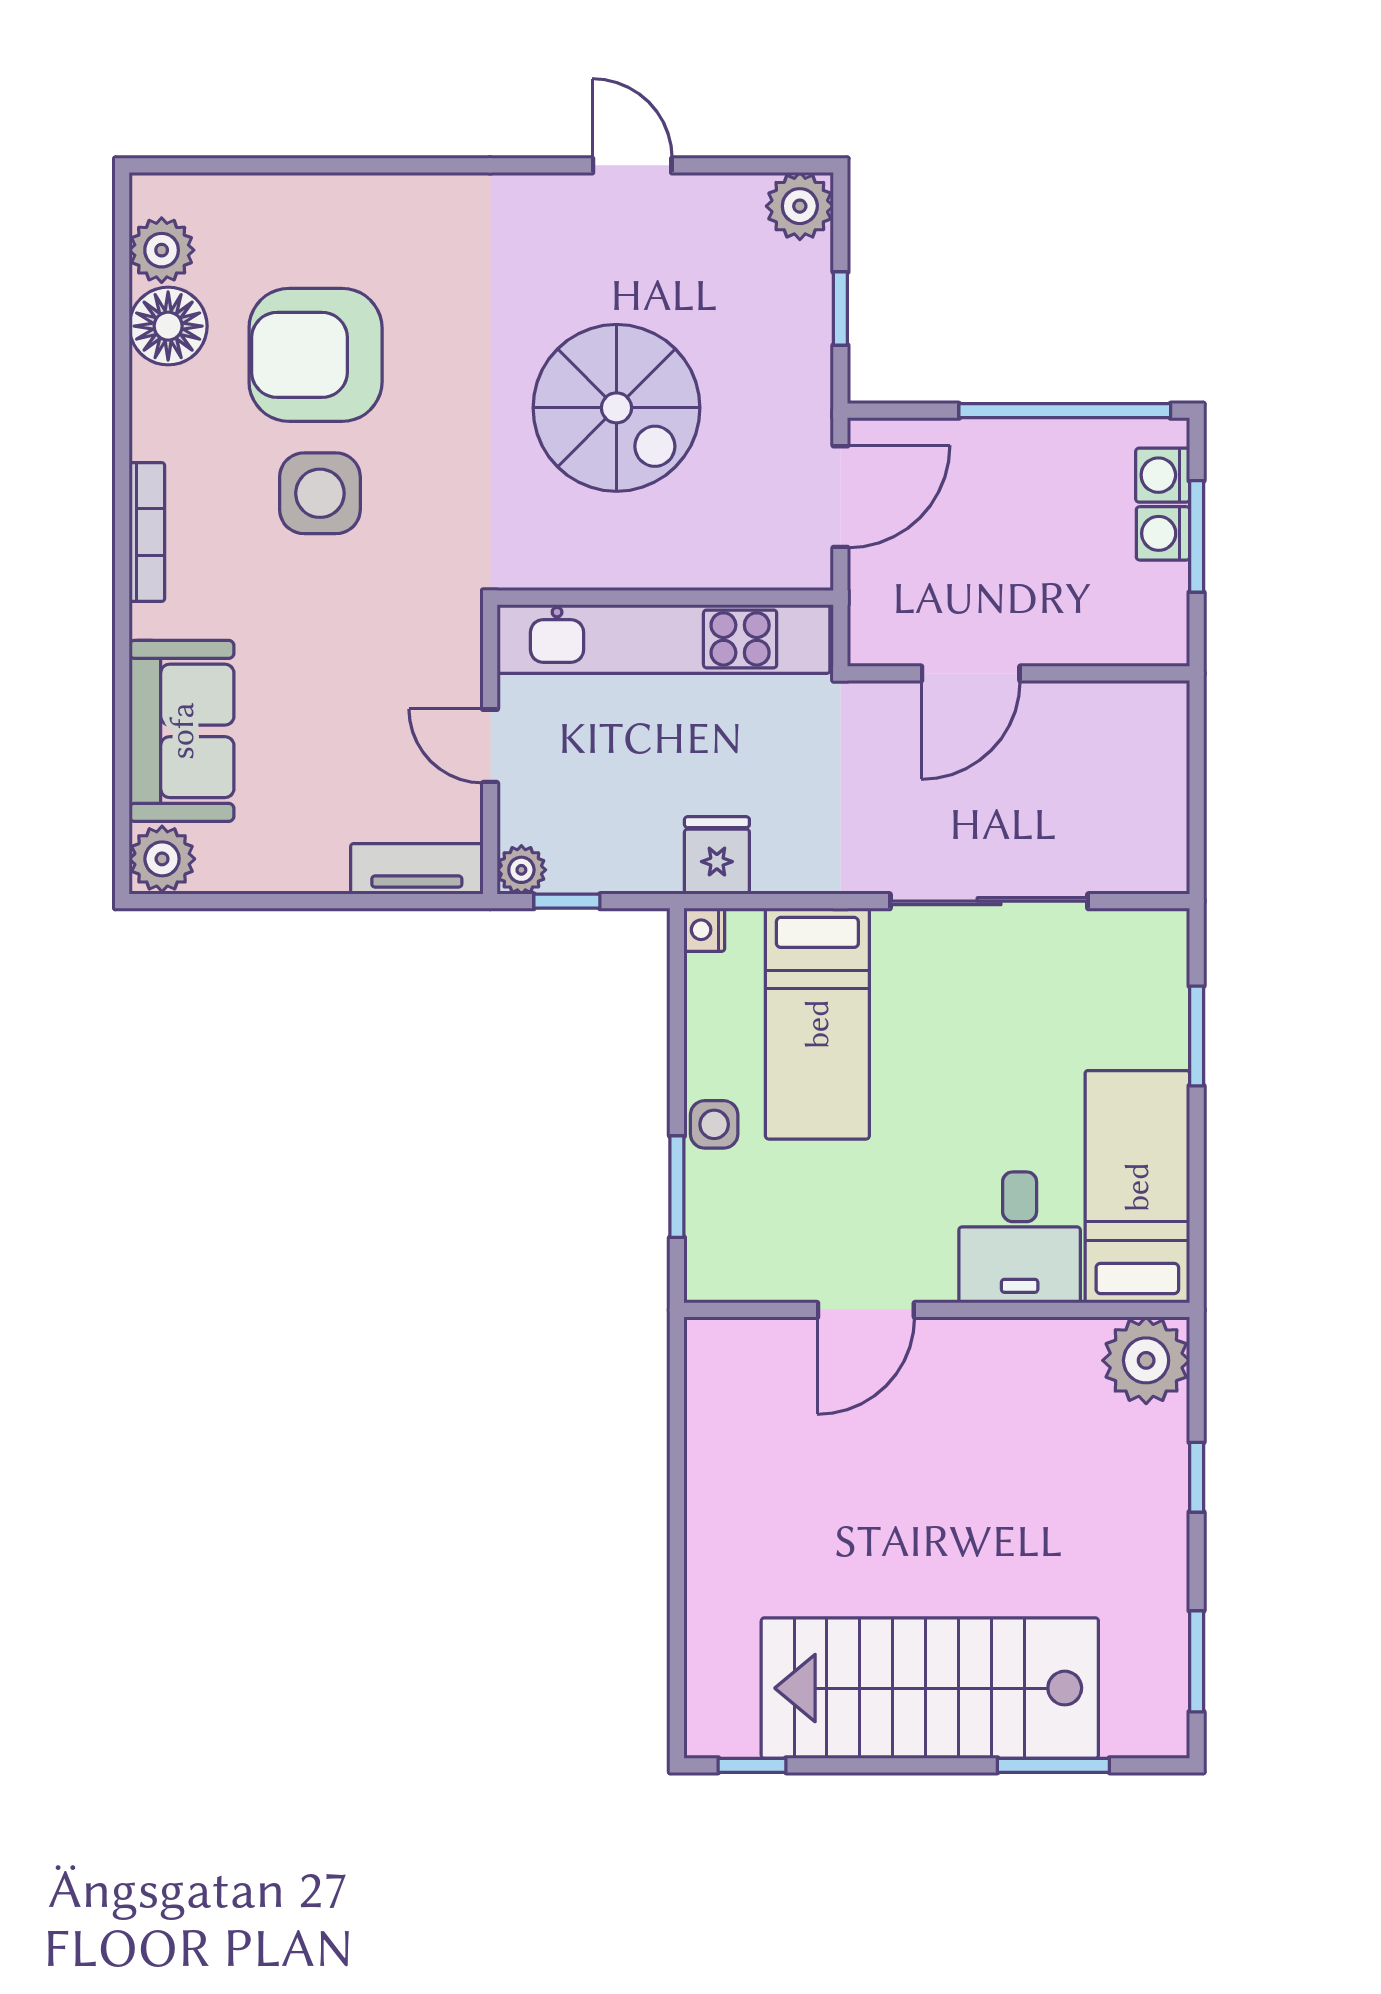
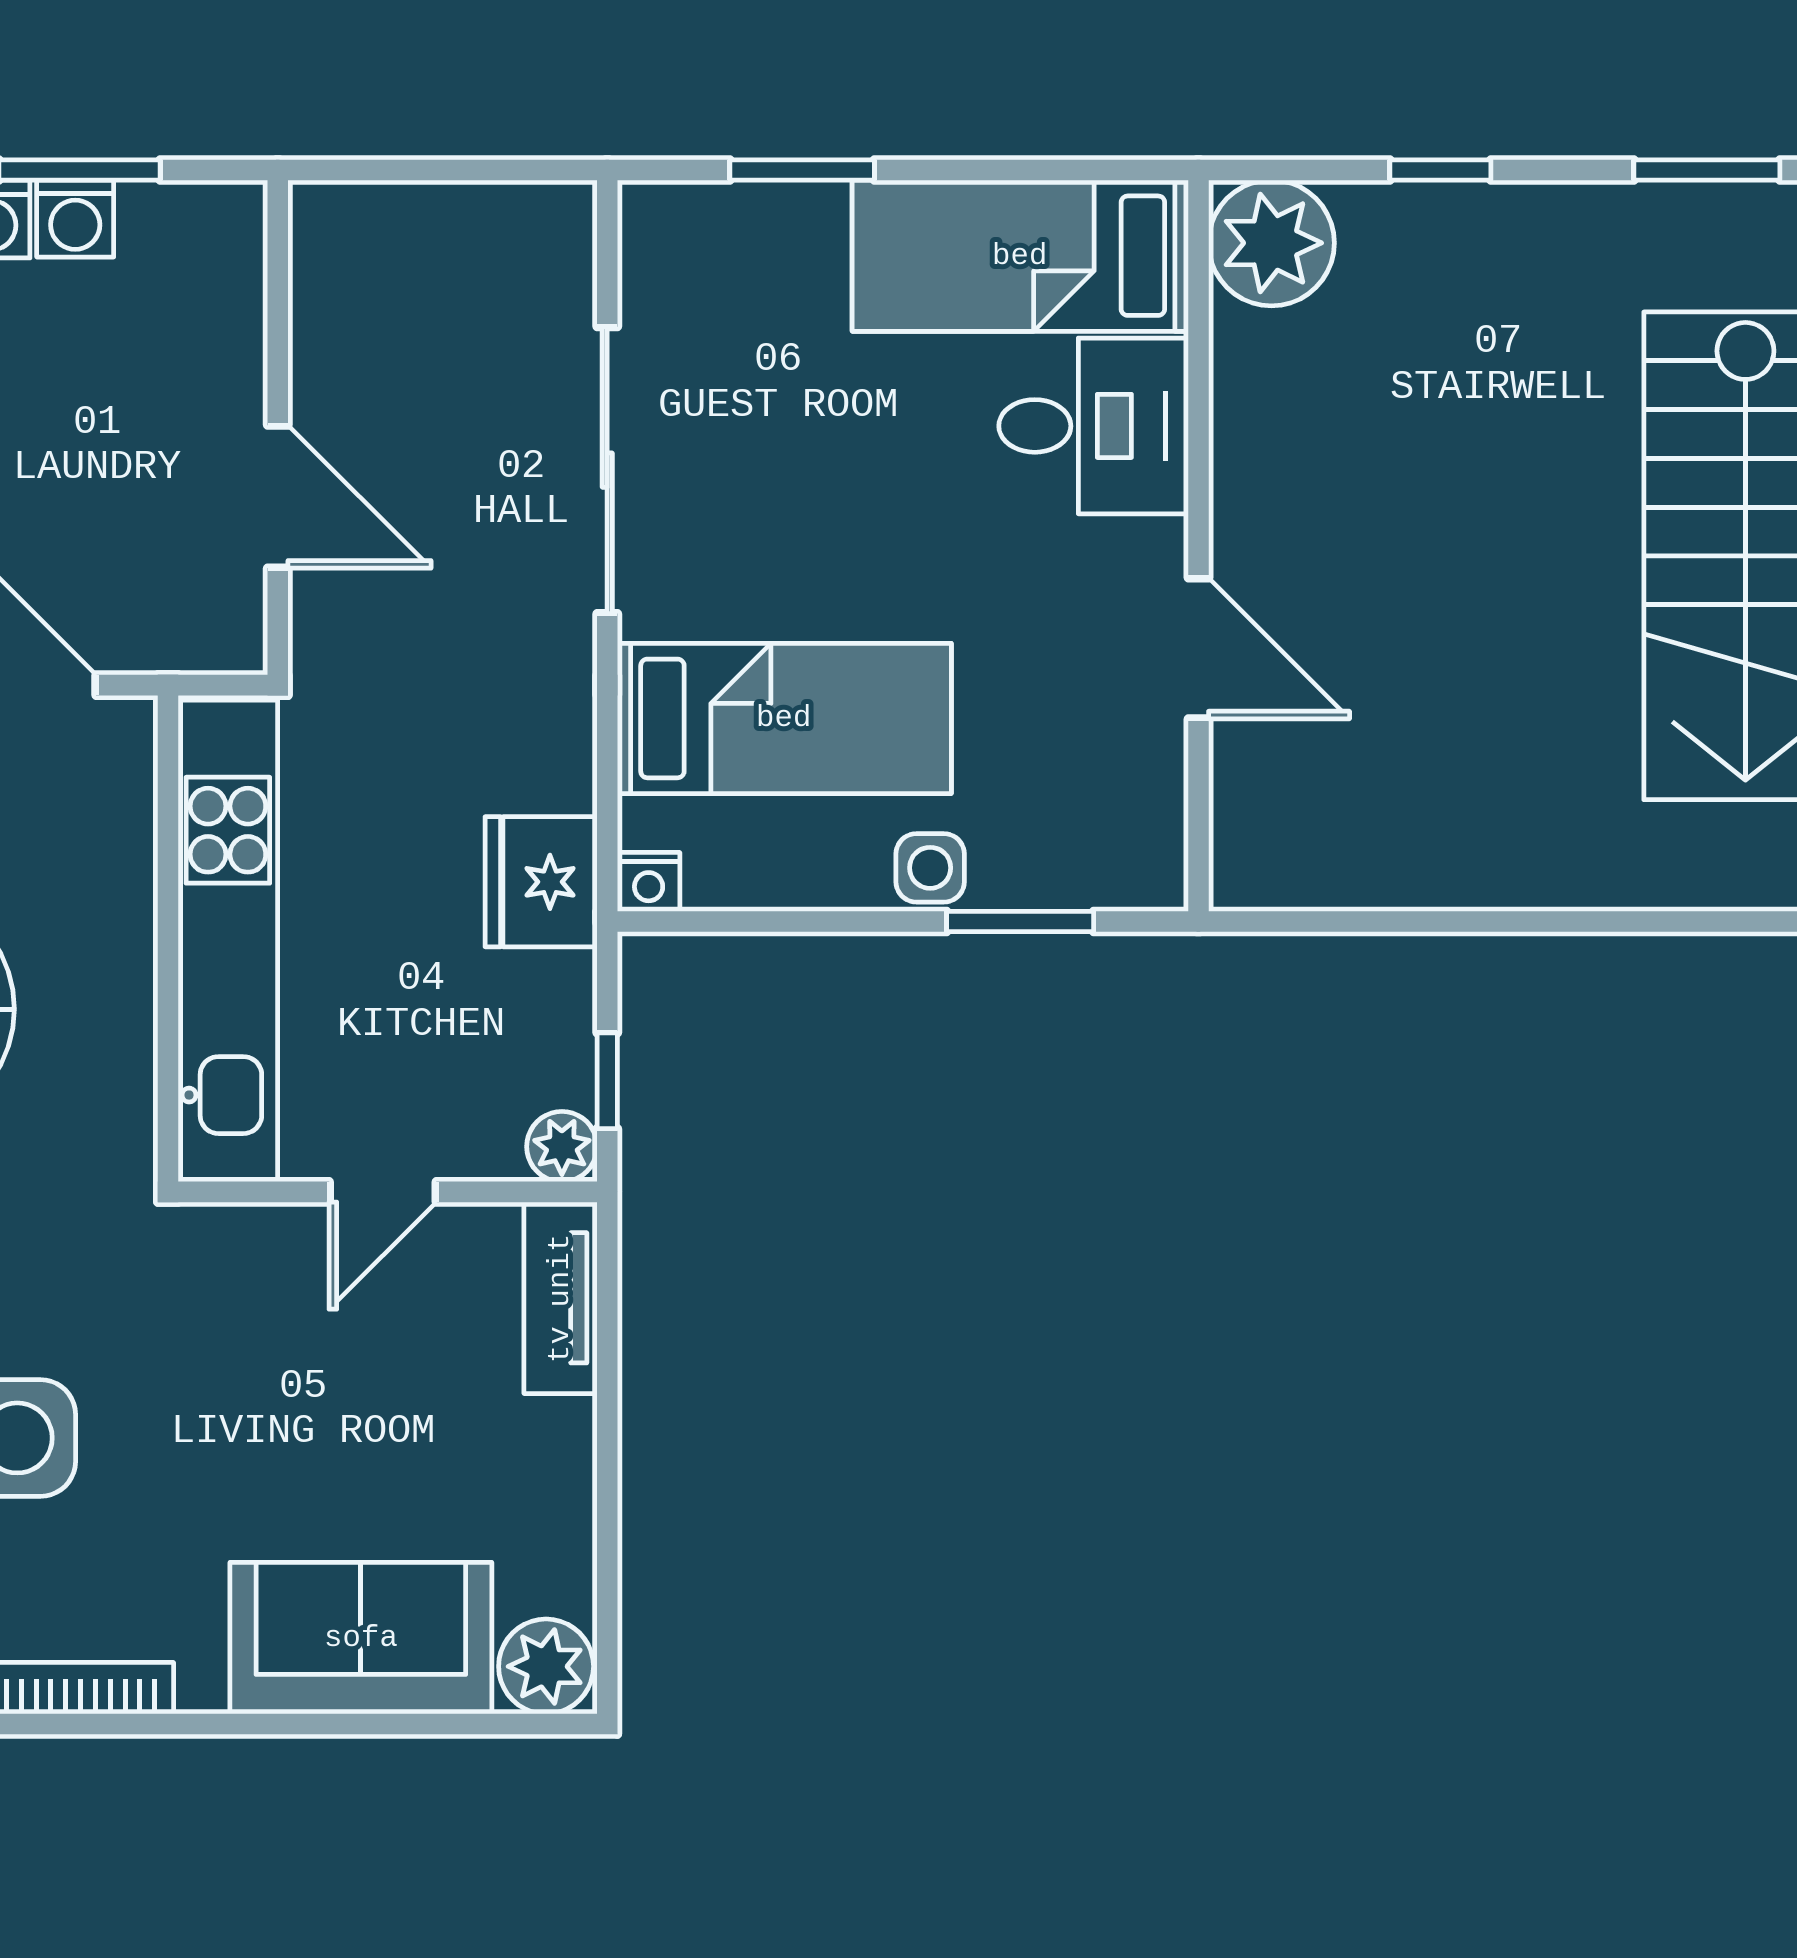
fridge: (717, 855) -> (541, 882), width x1.38

